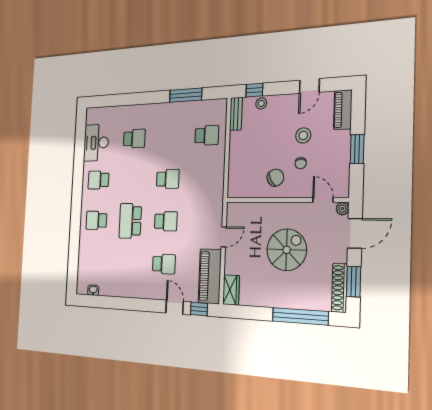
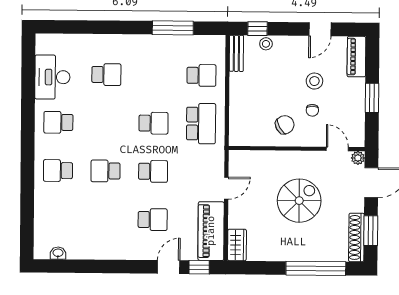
school desk: (205, 178) -> (201, 124), added
school desk: (130, 221) -> (106, 171), width x0.54
door: (175, 307) -> (169, 267), hinge flipped

